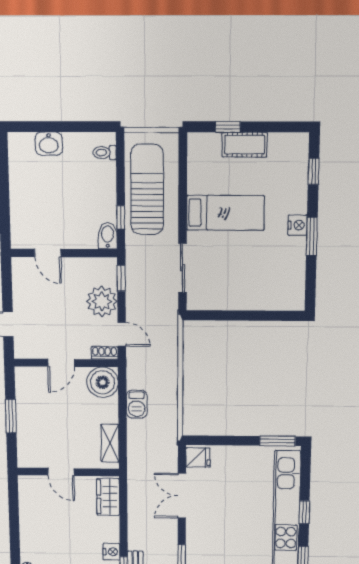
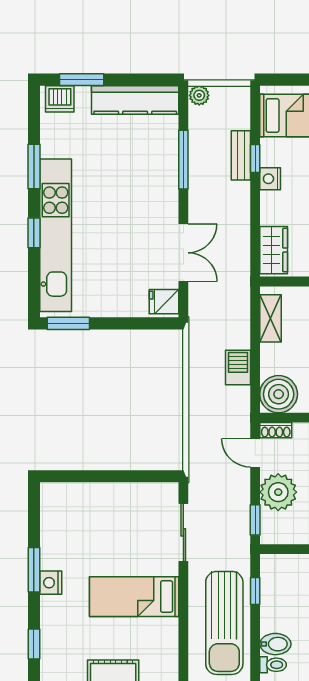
bidet: (108, 236) -> (275, 644), moved, turned -90

